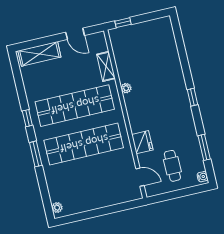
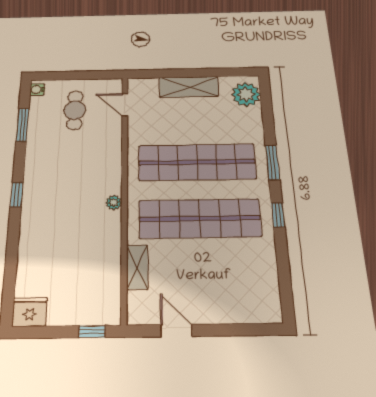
shelving: (39, 54) -> (189, 87), moved
plant: (126, 88) -> (114, 202), moved
fridge: (142, 142) -> (30, 312), moved, turned 90
plant: (57, 208) -> (246, 94), width x1.88, depth x1.88

